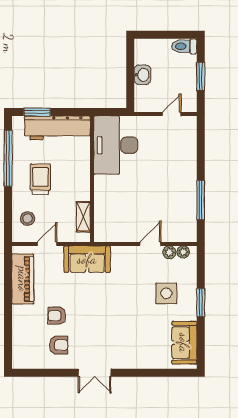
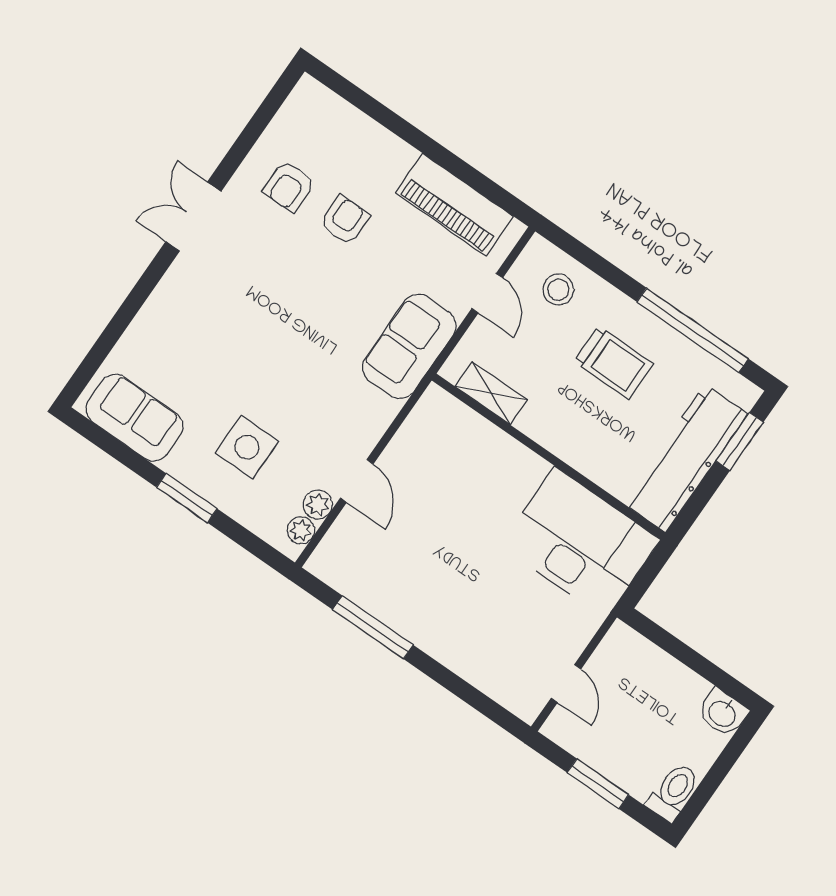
washbasin: (142, 75) -> (723, 713), moved

